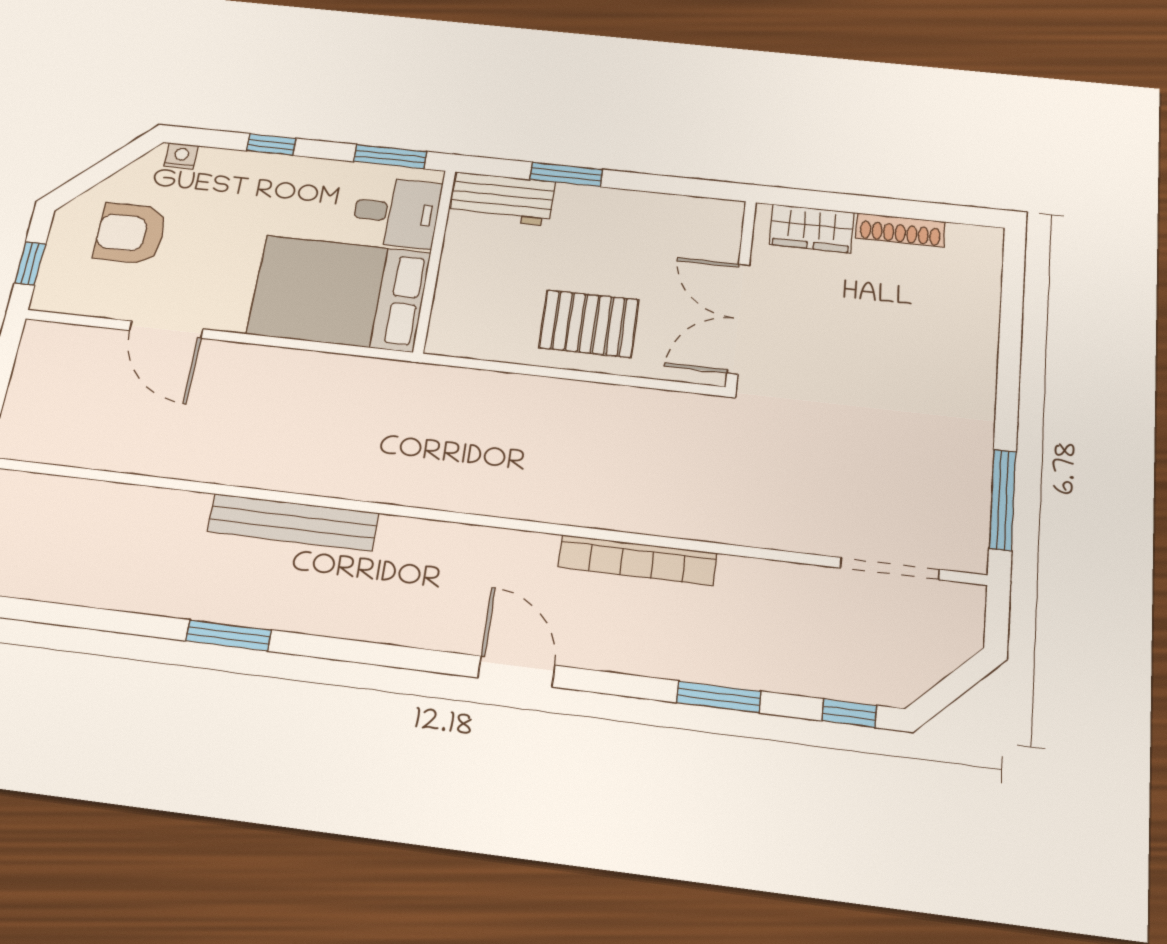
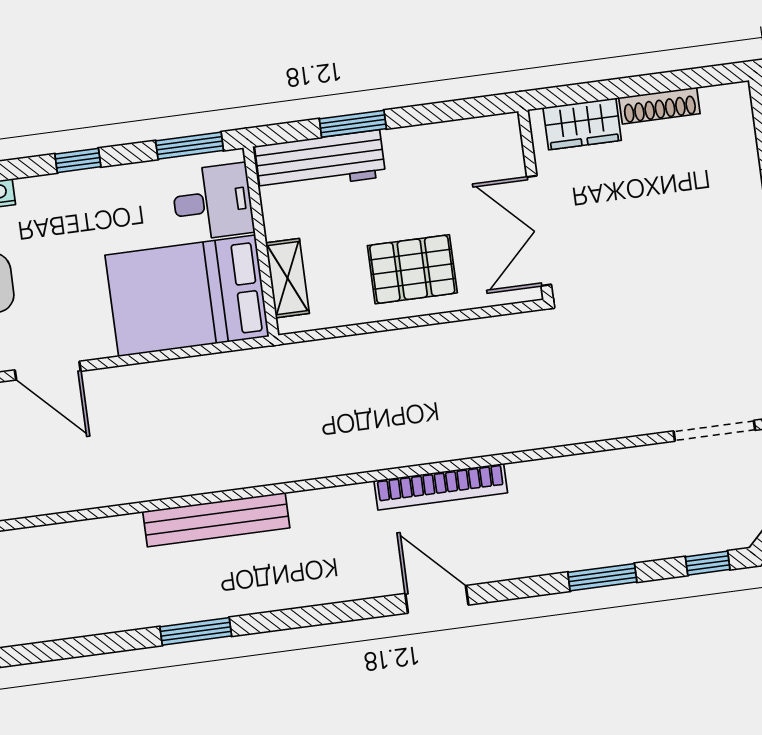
workbench: (502, 199) -> (320, 161), width x1.38
shelving: (451, 301) -> (287, 278), added
bookcase: (637, 560) -> (441, 487), moved

